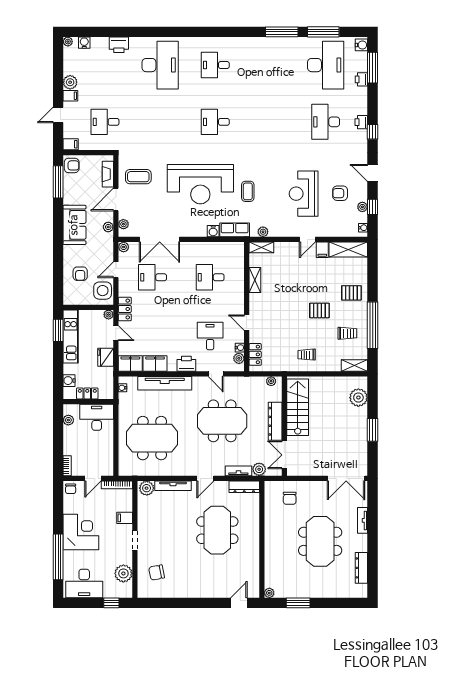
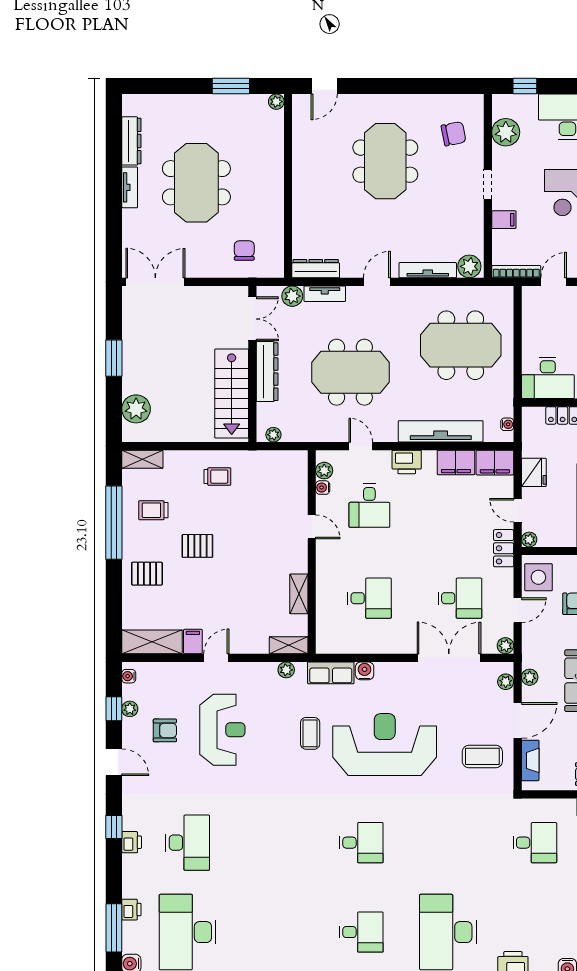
locker: (255, 354) -> (299, 477), removed
tv unit: (362, 520) -> (130, 187), moved
meeting table: (217, 530) -> (385, 161), moved

